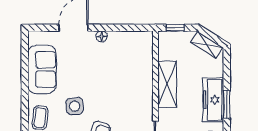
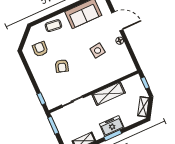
freezer: (213, 100) -> (112, 126), width x0.71
side table: (75, 106) -> (98, 51), moved

